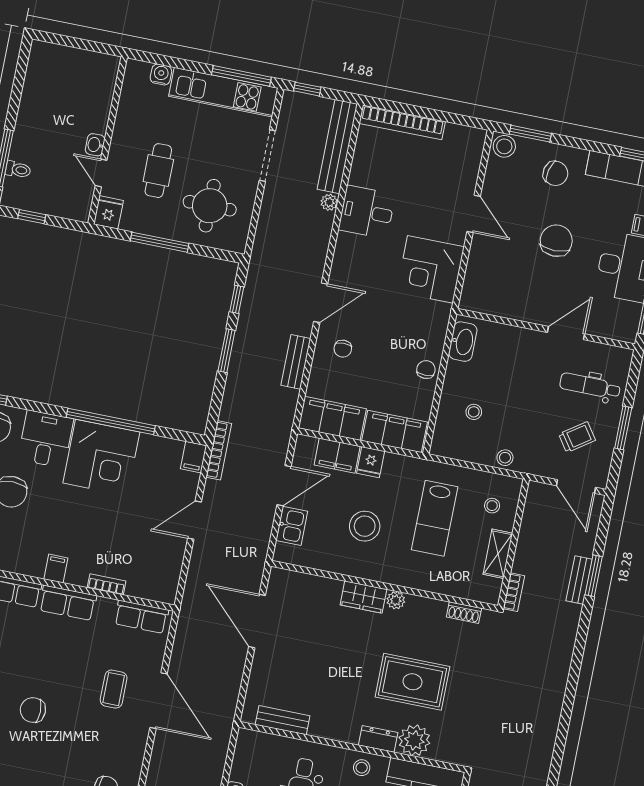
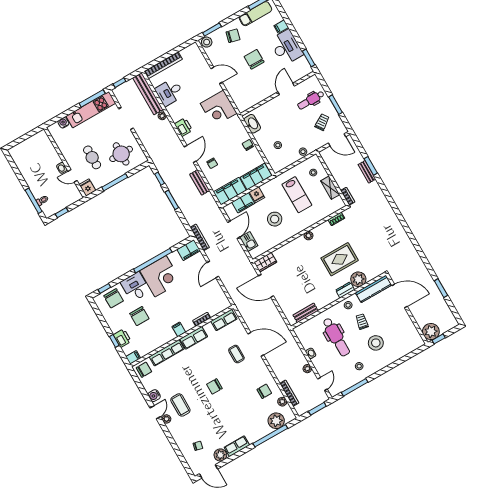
desk: (367, 212) -> (170, 92), moved
printer: (348, 250) -> (183, 127), added
filing cabinet: (193, 457) -> (189, 250), width x2.00
wardrobe: (363, 597) -> (265, 262), moved

